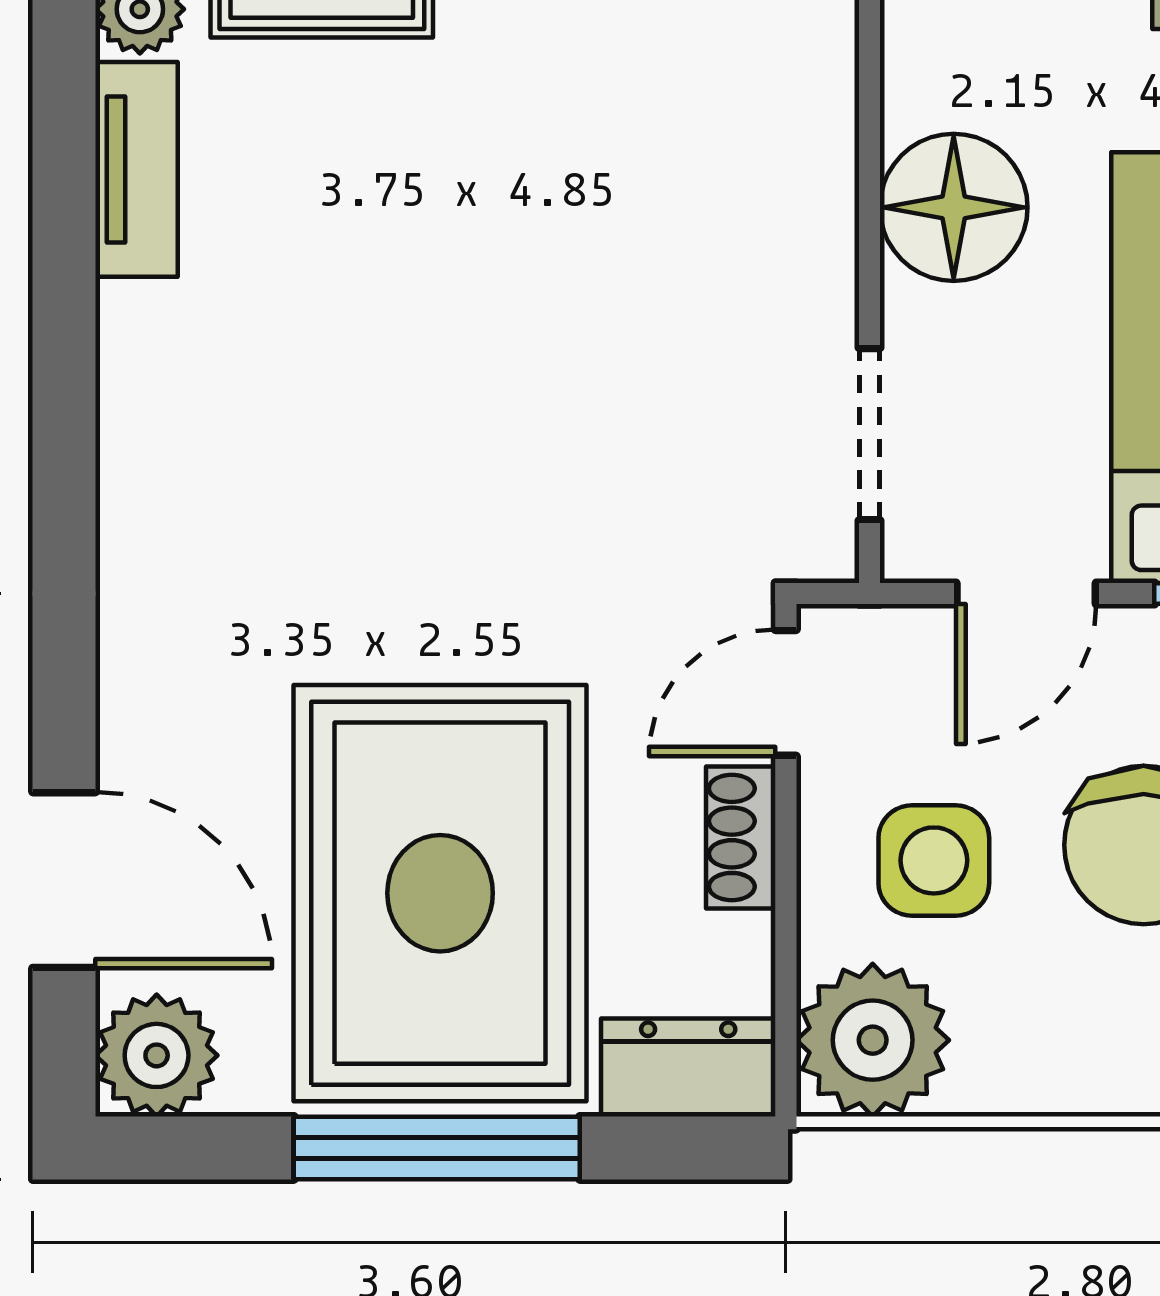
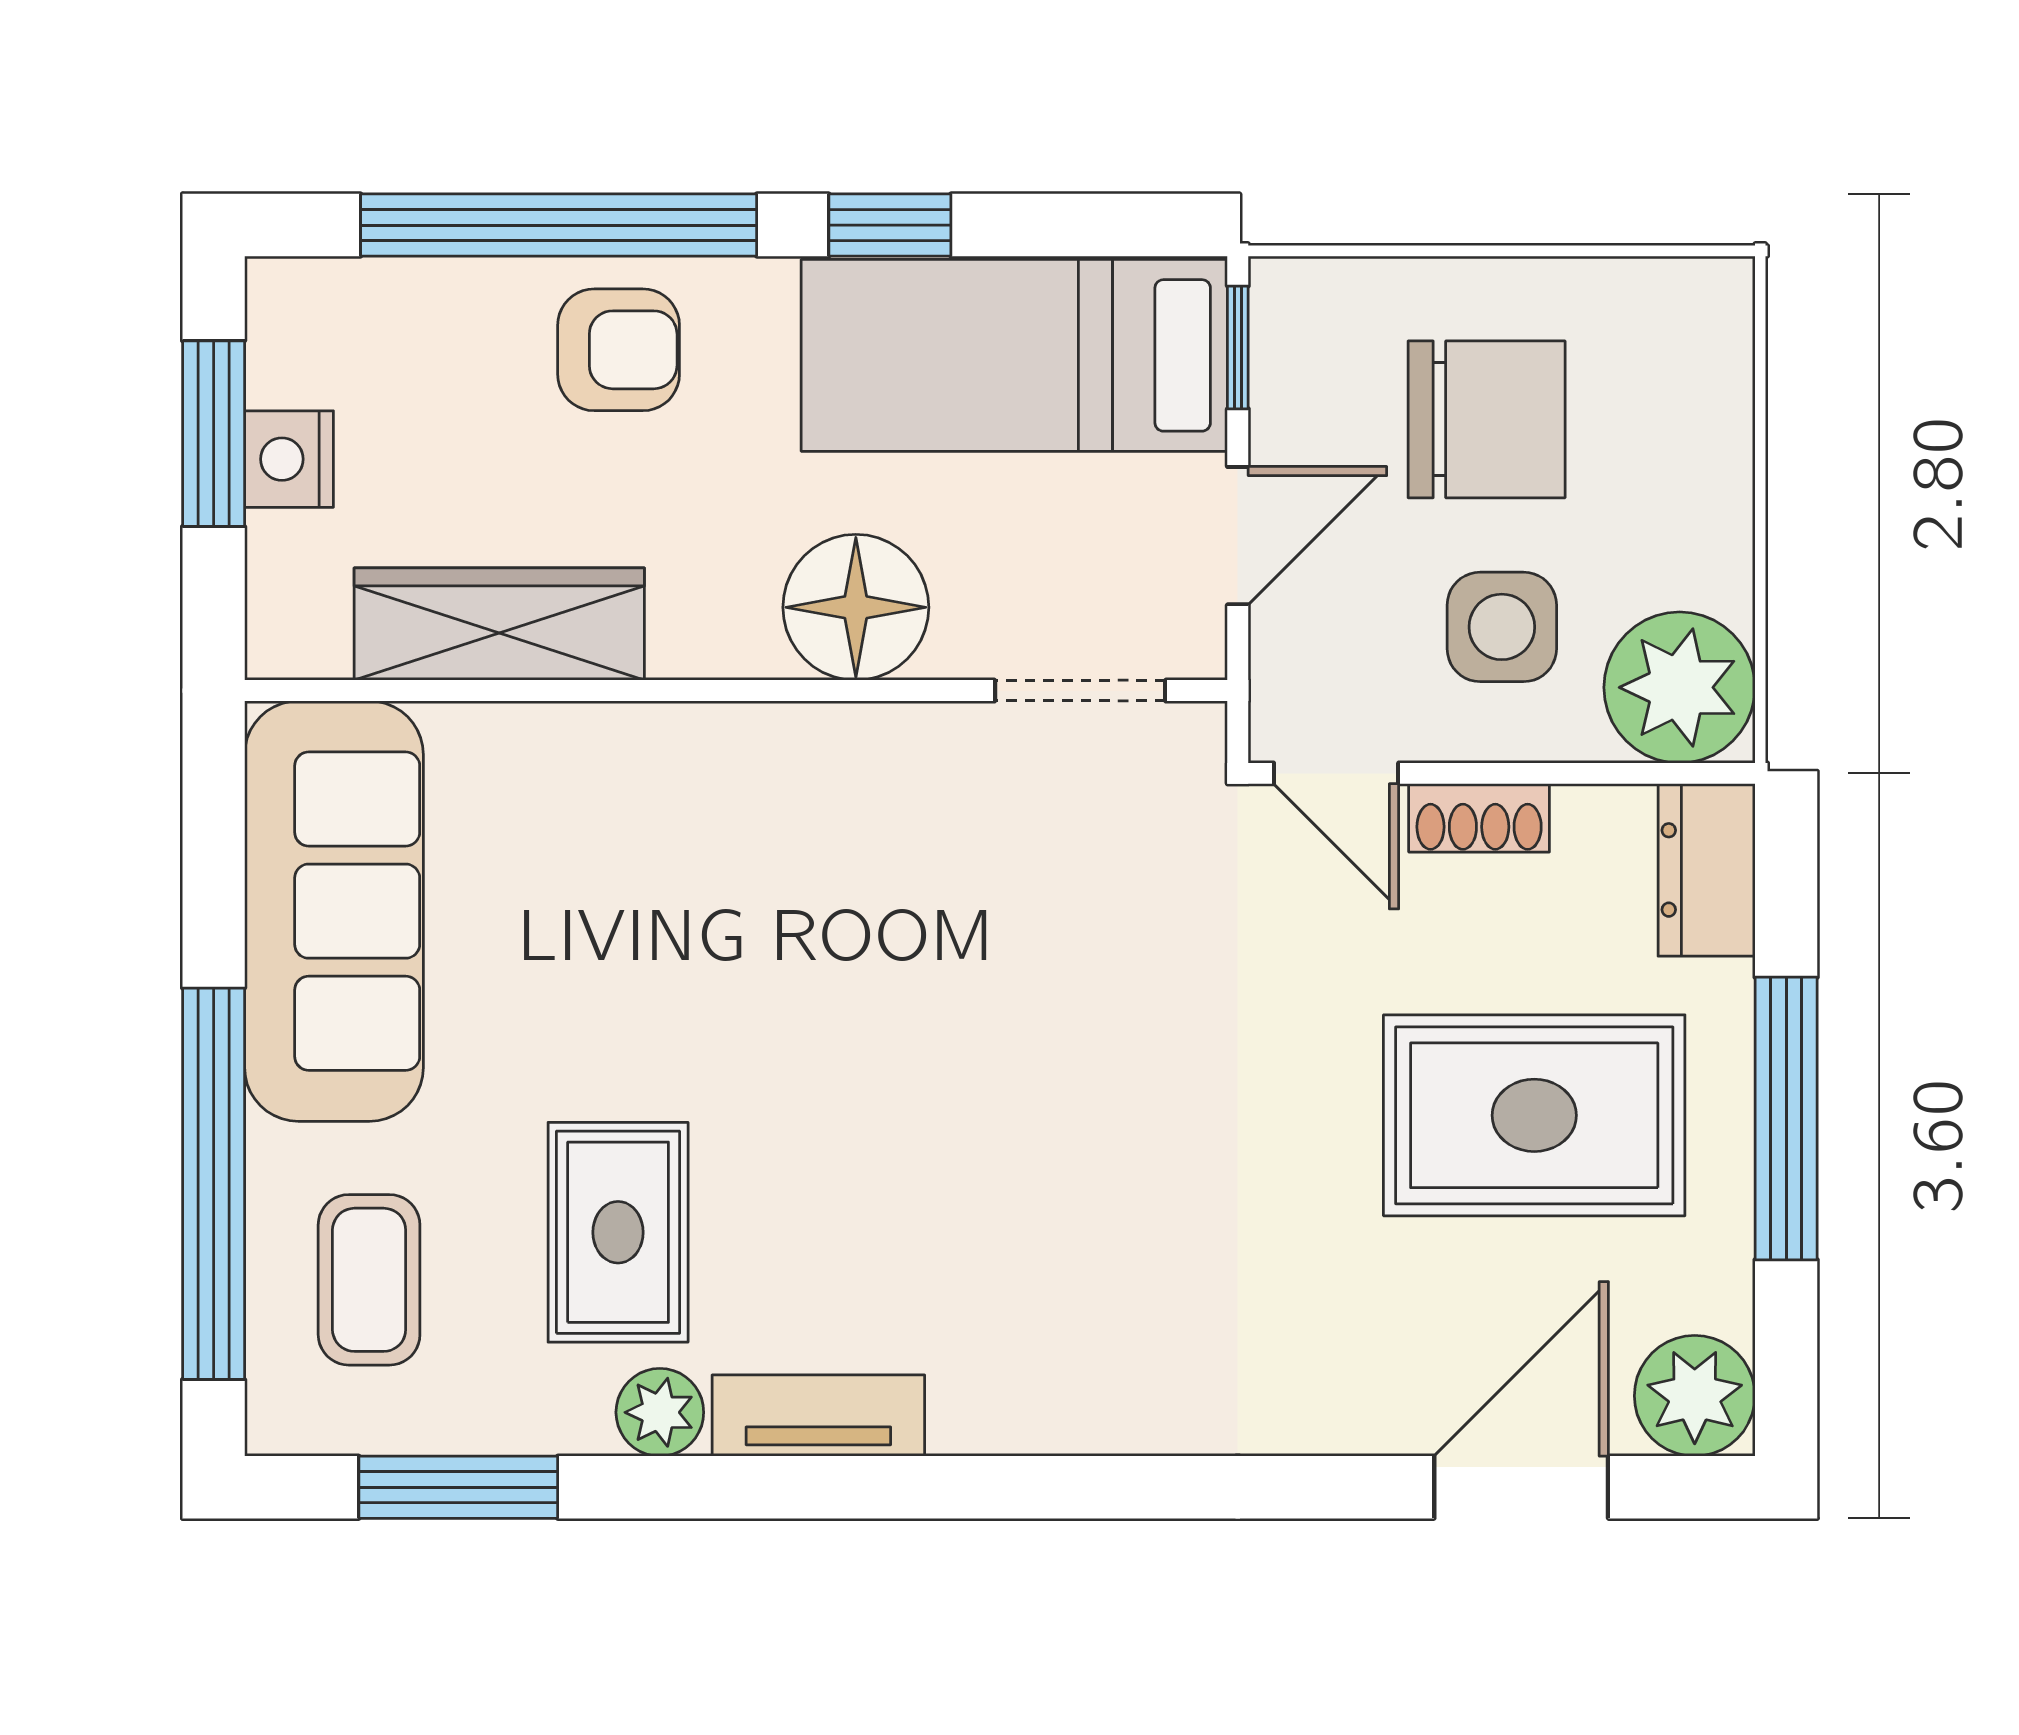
door: (1026, 594) -> (1238, 536), hinge flipped
rug: (440, 893) -> (1534, 1115), width x0.73, depth x0.69

